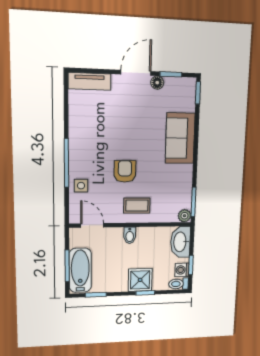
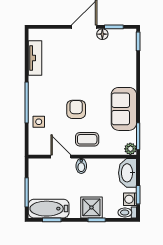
tv unit: (90, 81) -> (35, 58), moved, turned -90
sofa: (180, 138) -> (124, 109), moved
door: (92, 225) -> (61, 157), moved
bathtub: (80, 270) -> (49, 209), moved, turned -90

